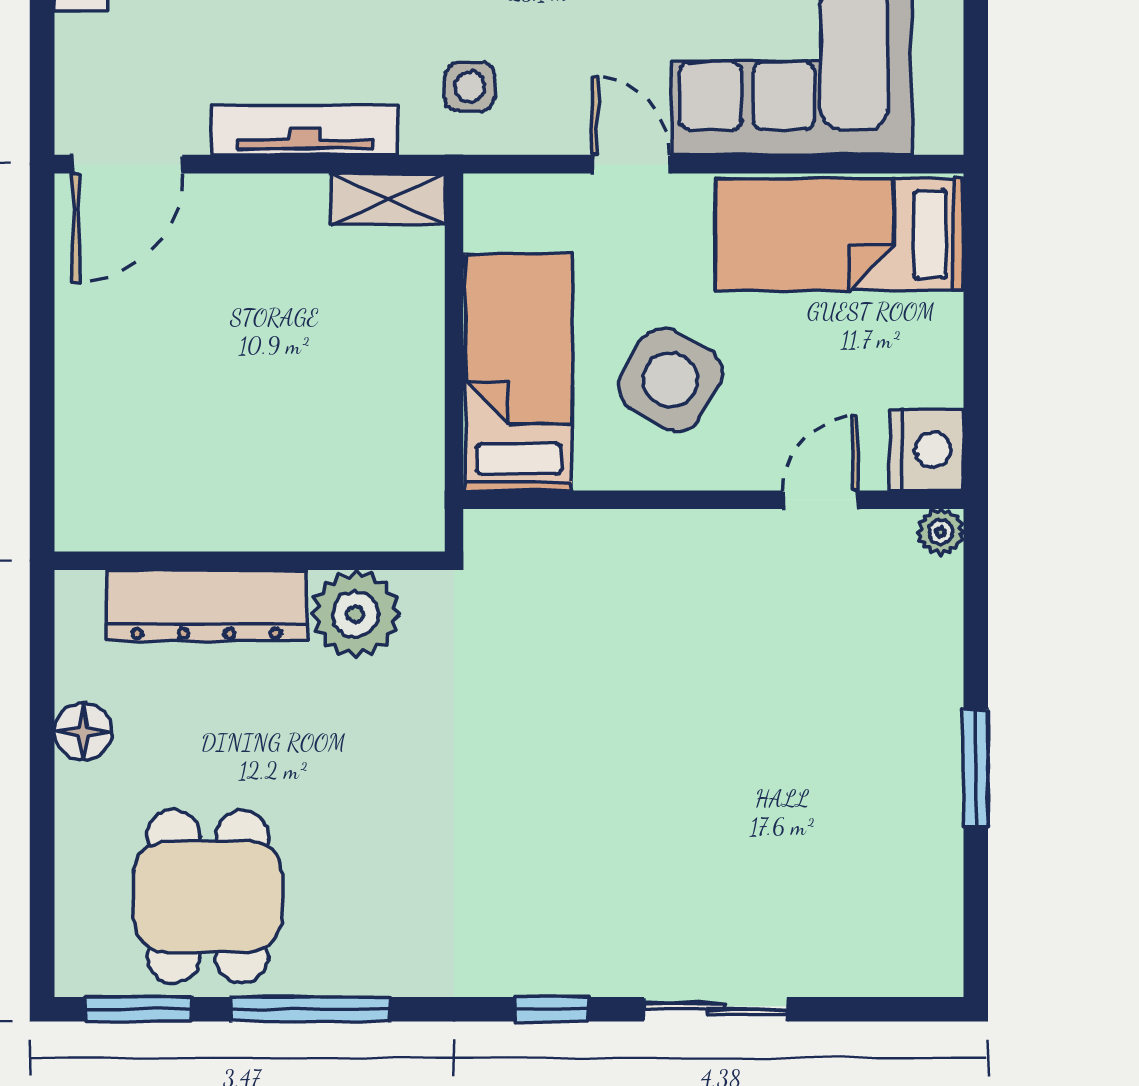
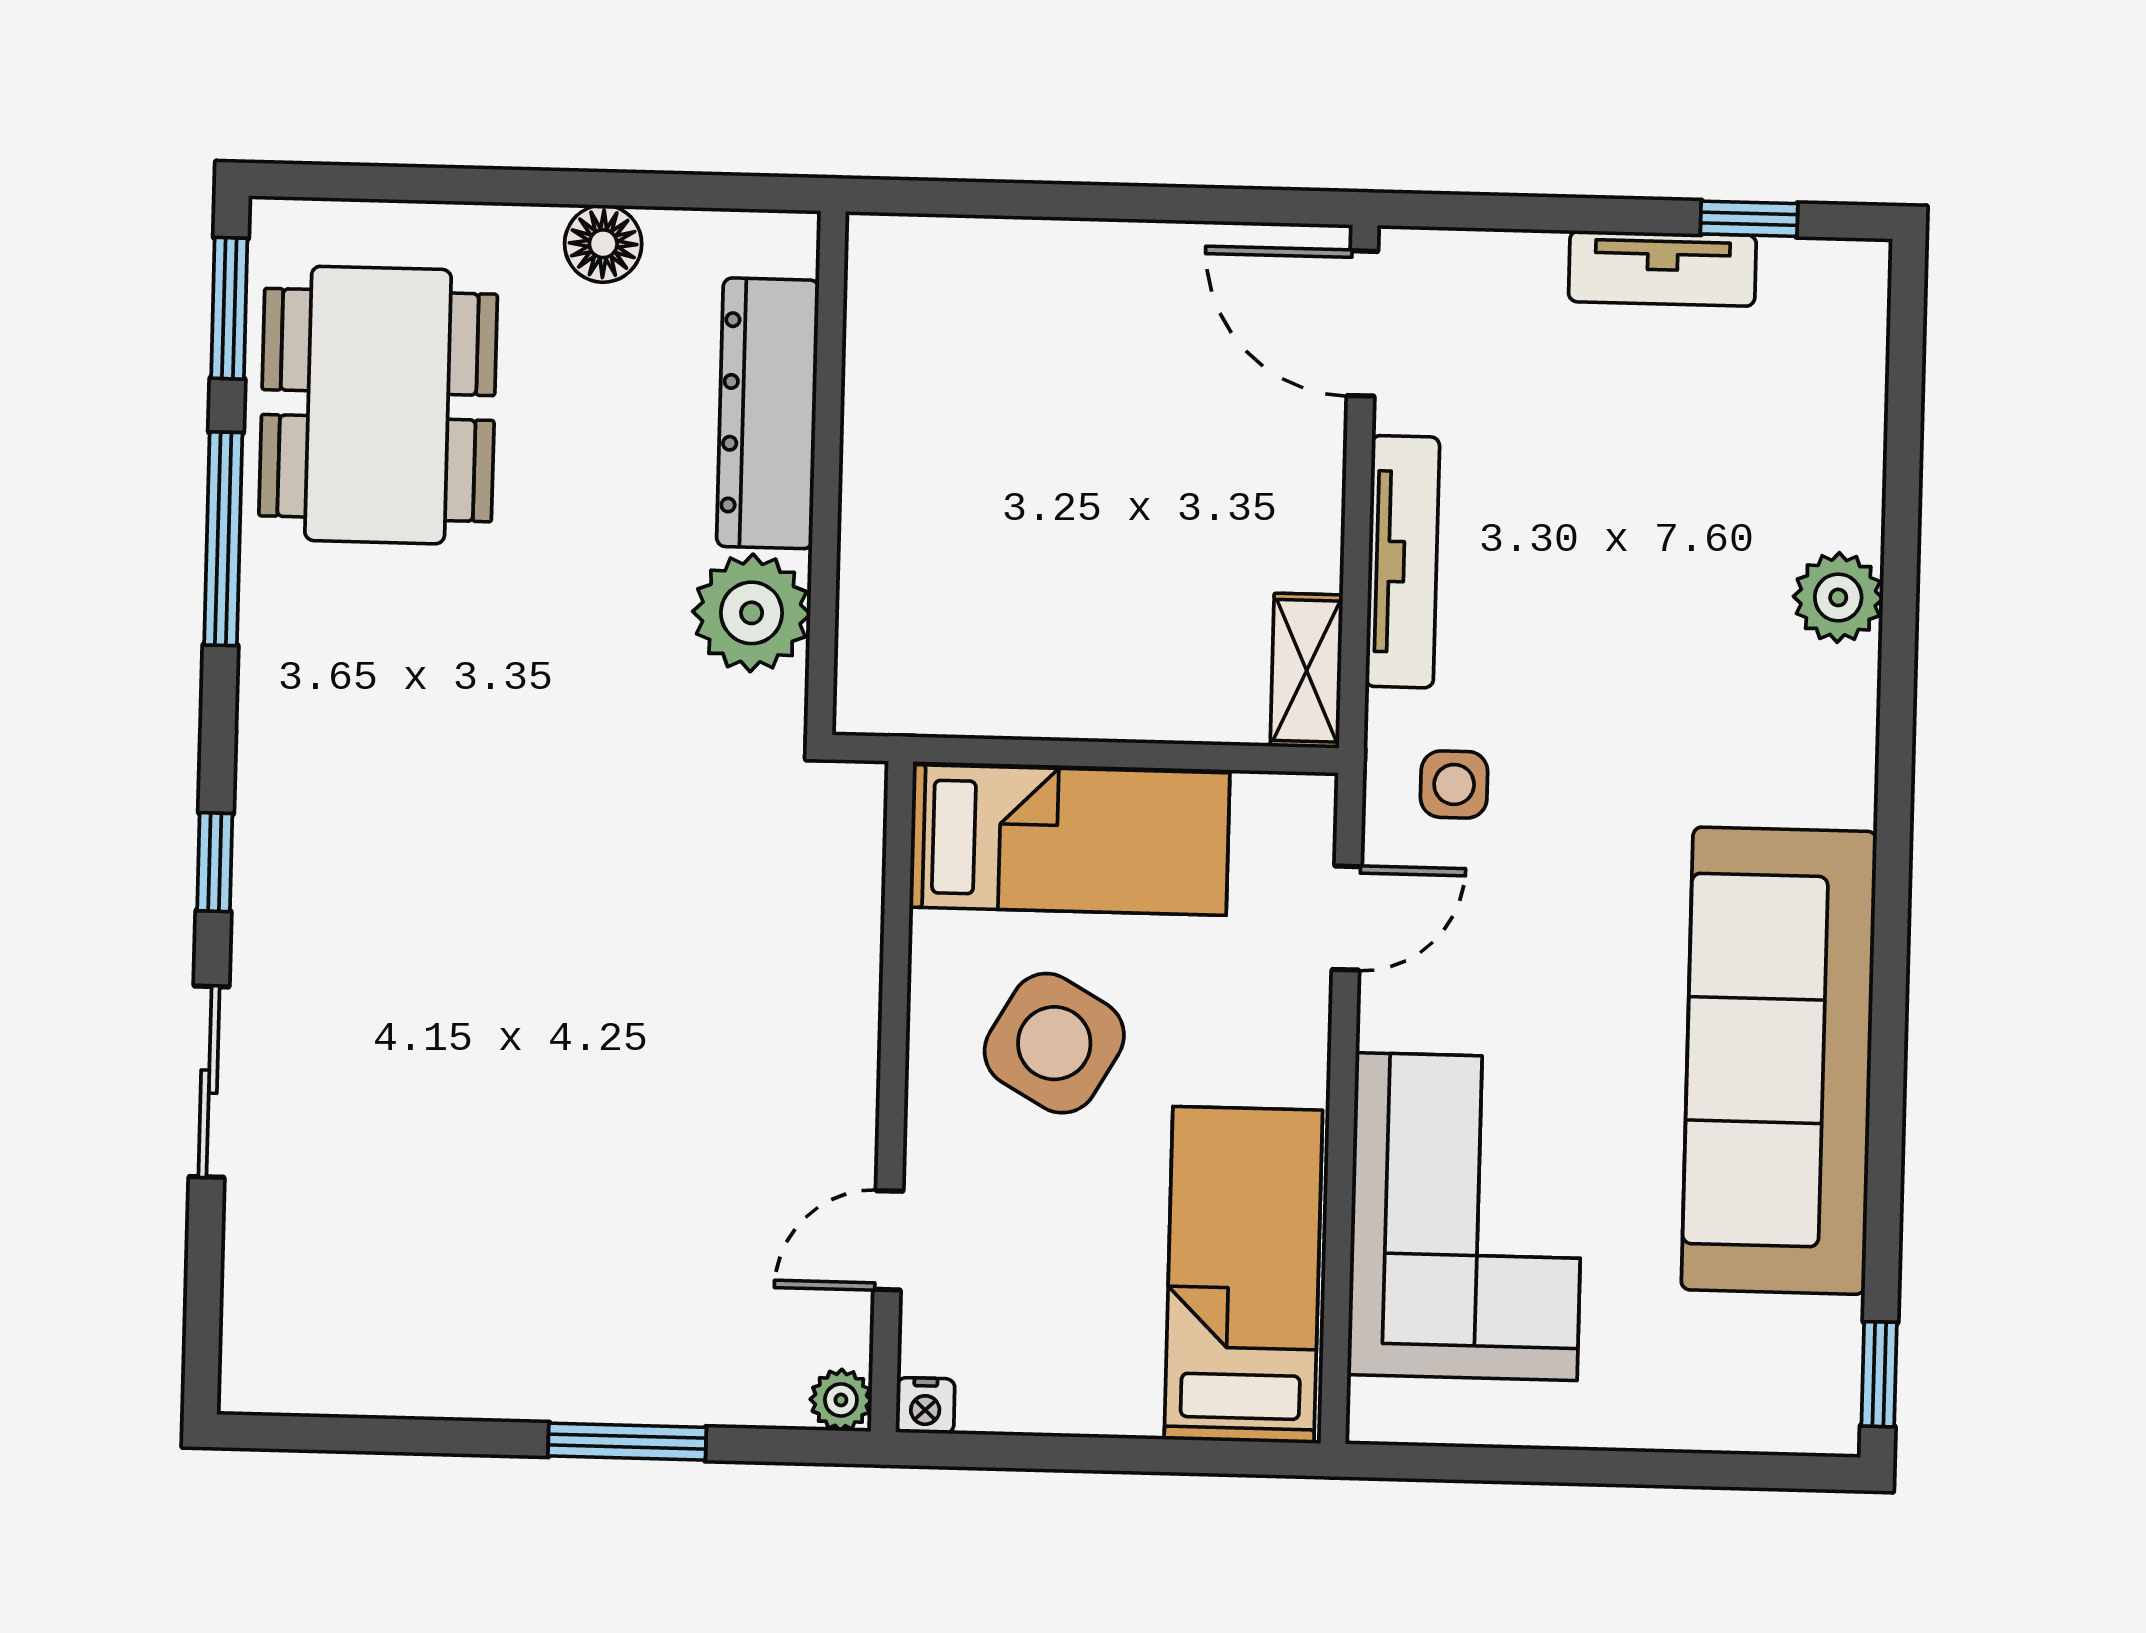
door: (631, 164) -> (1347, 918), moved
nightstand: (927, 450) -> (925, 1406), width x0.53, depth x0.56
door: (821, 500) -> (888, 1240), swing flipped
window: (976, 768) -> (627, 1442), moved
dining table: (208, 896) -> (378, 405), width x1.38

